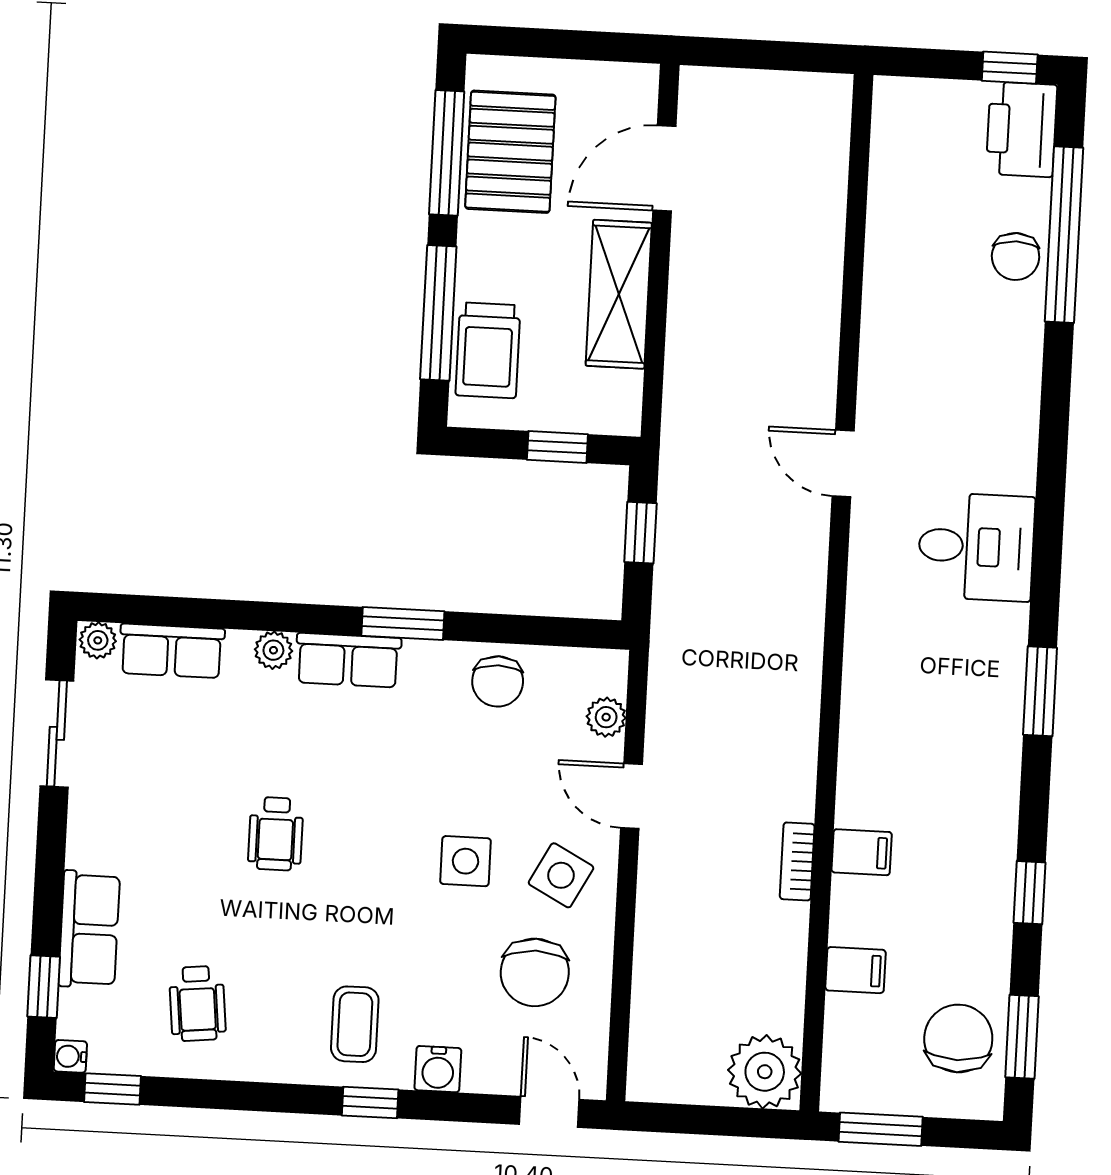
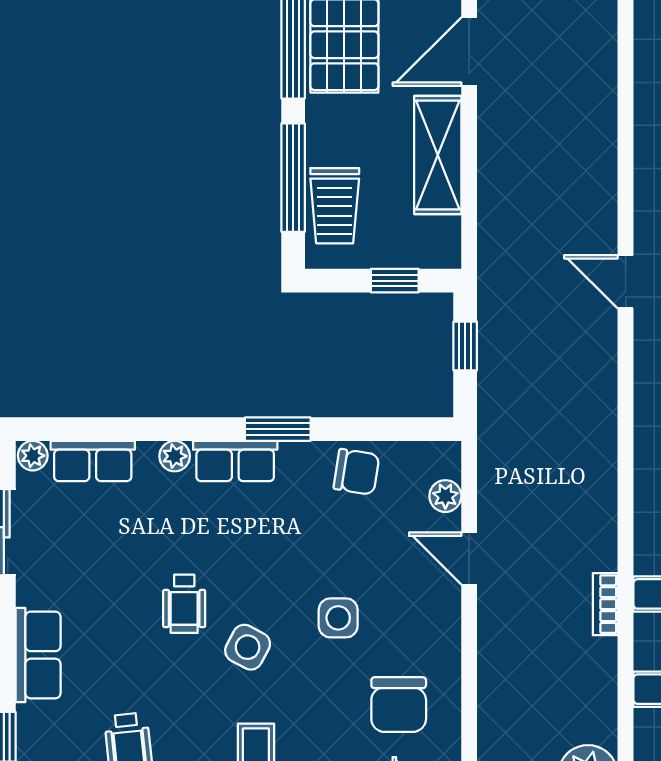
chair: (498, 681) -> (356, 472), turned -81
side table: (561, 875) -> (248, 647), moved
row of seats: (89, 929) -> (38, 655), moved

